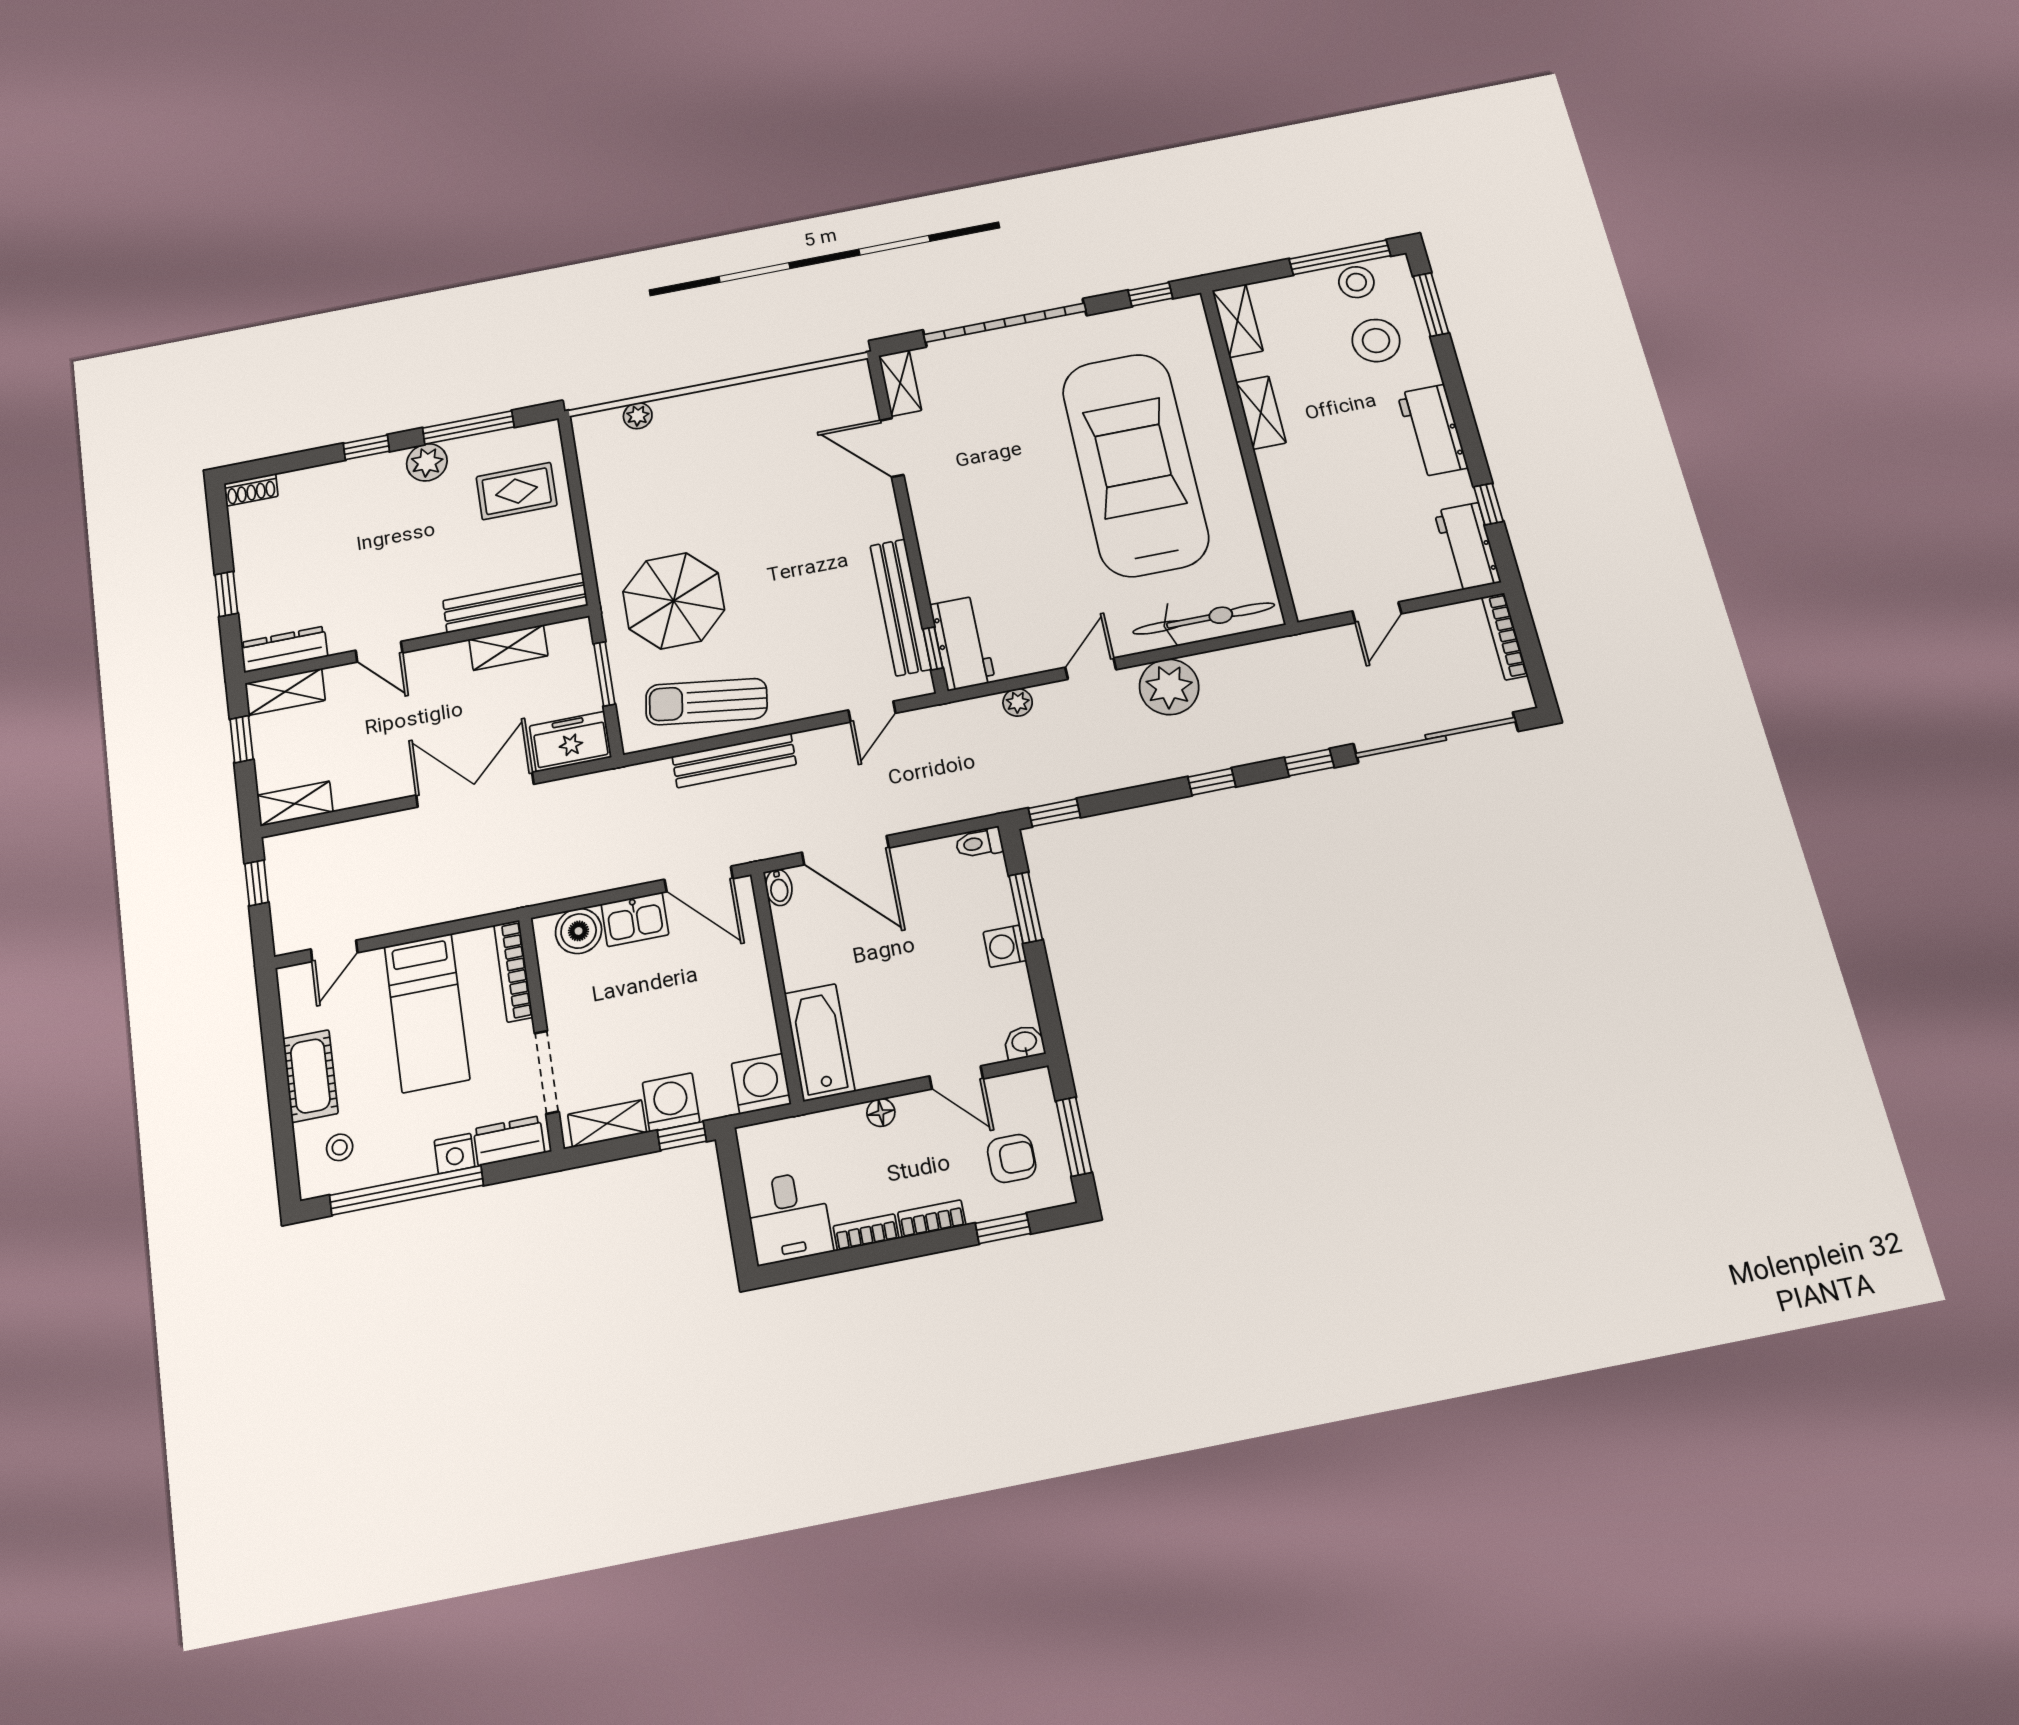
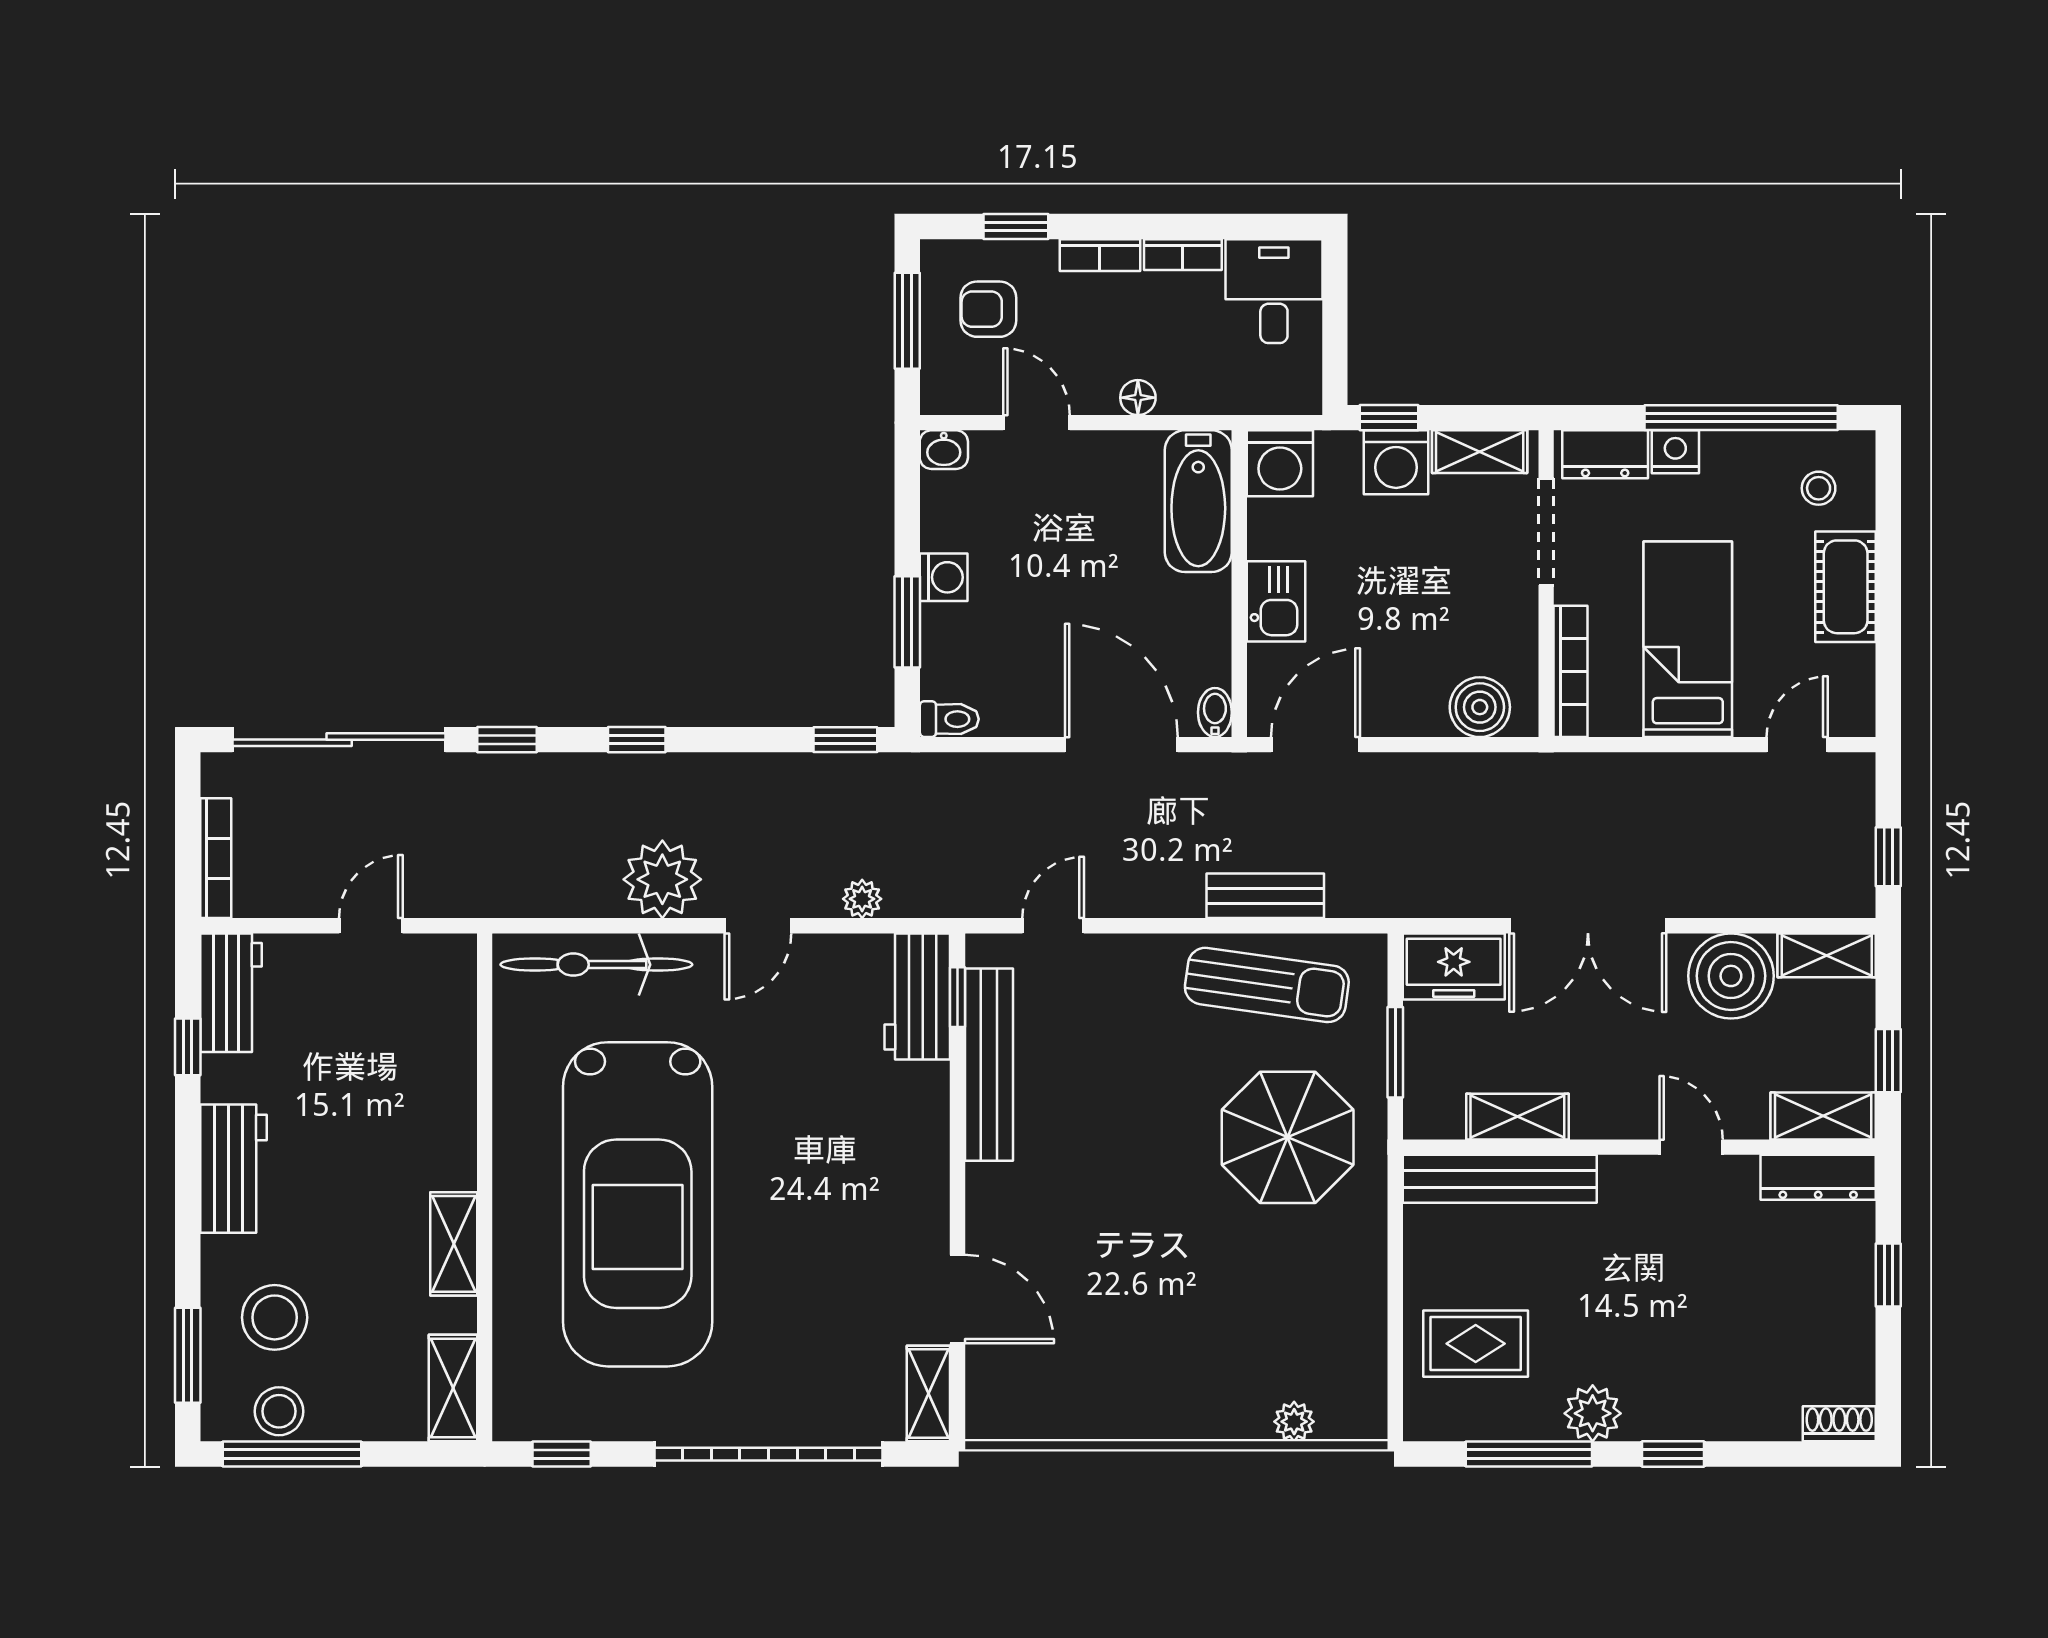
bench: (734, 760) -> (1265, 896), width x0.73
boiler: (364, 775) -> (1731, 976), added
door: (699, 879) -> (1315, 745), hinge flipped
kitchen sink: (635, 919) -> (1276, 601), moved, turned 90

